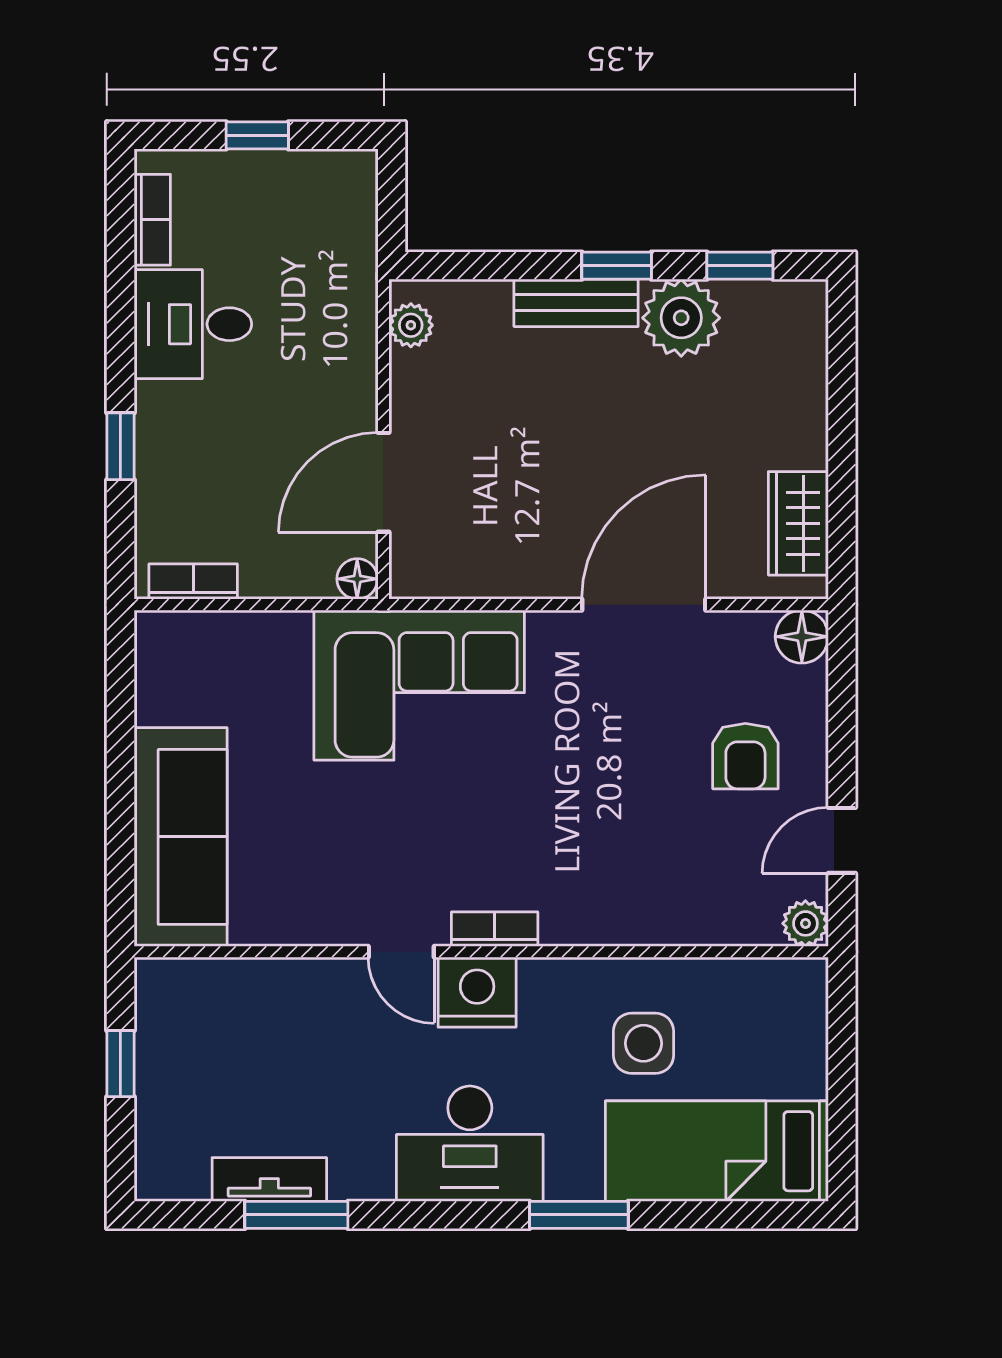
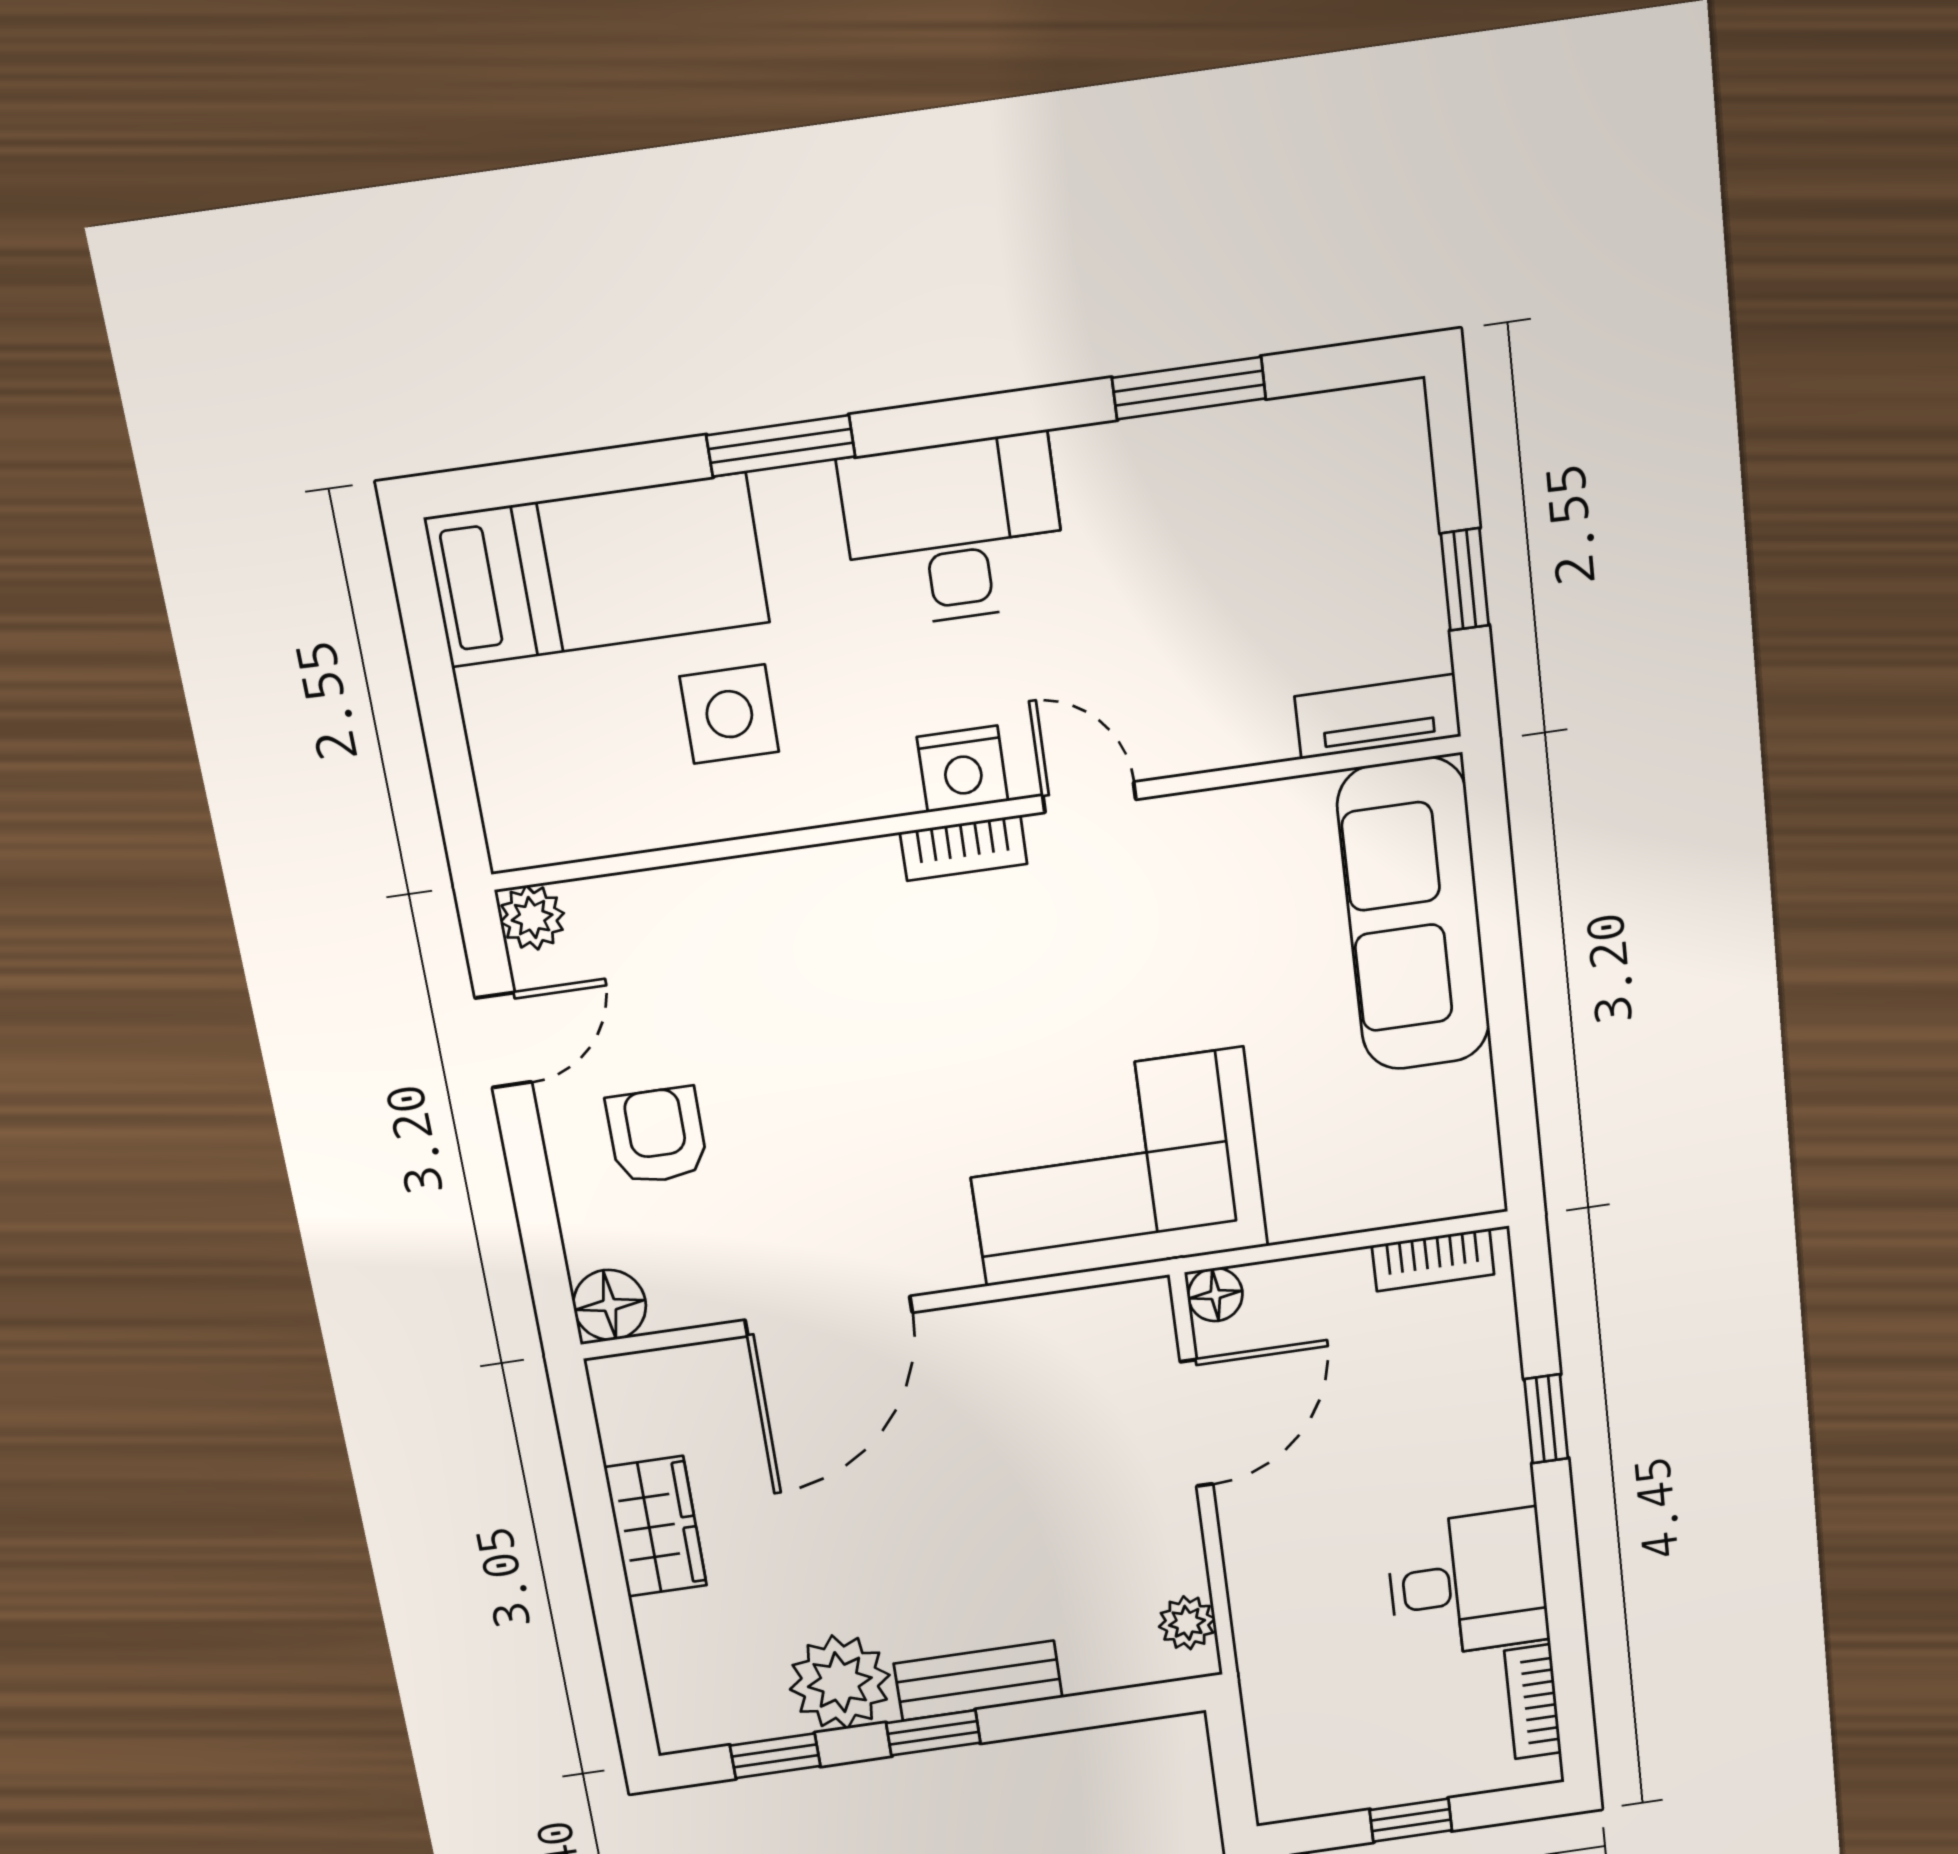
wardrobe: (798, 523) -> (656, 1526), moved
nightstand: (477, 992) -> (962, 769), width x0.74, depth x0.75
tv unit: (269, 1179) -> (1378, 717), moved, turned 180

